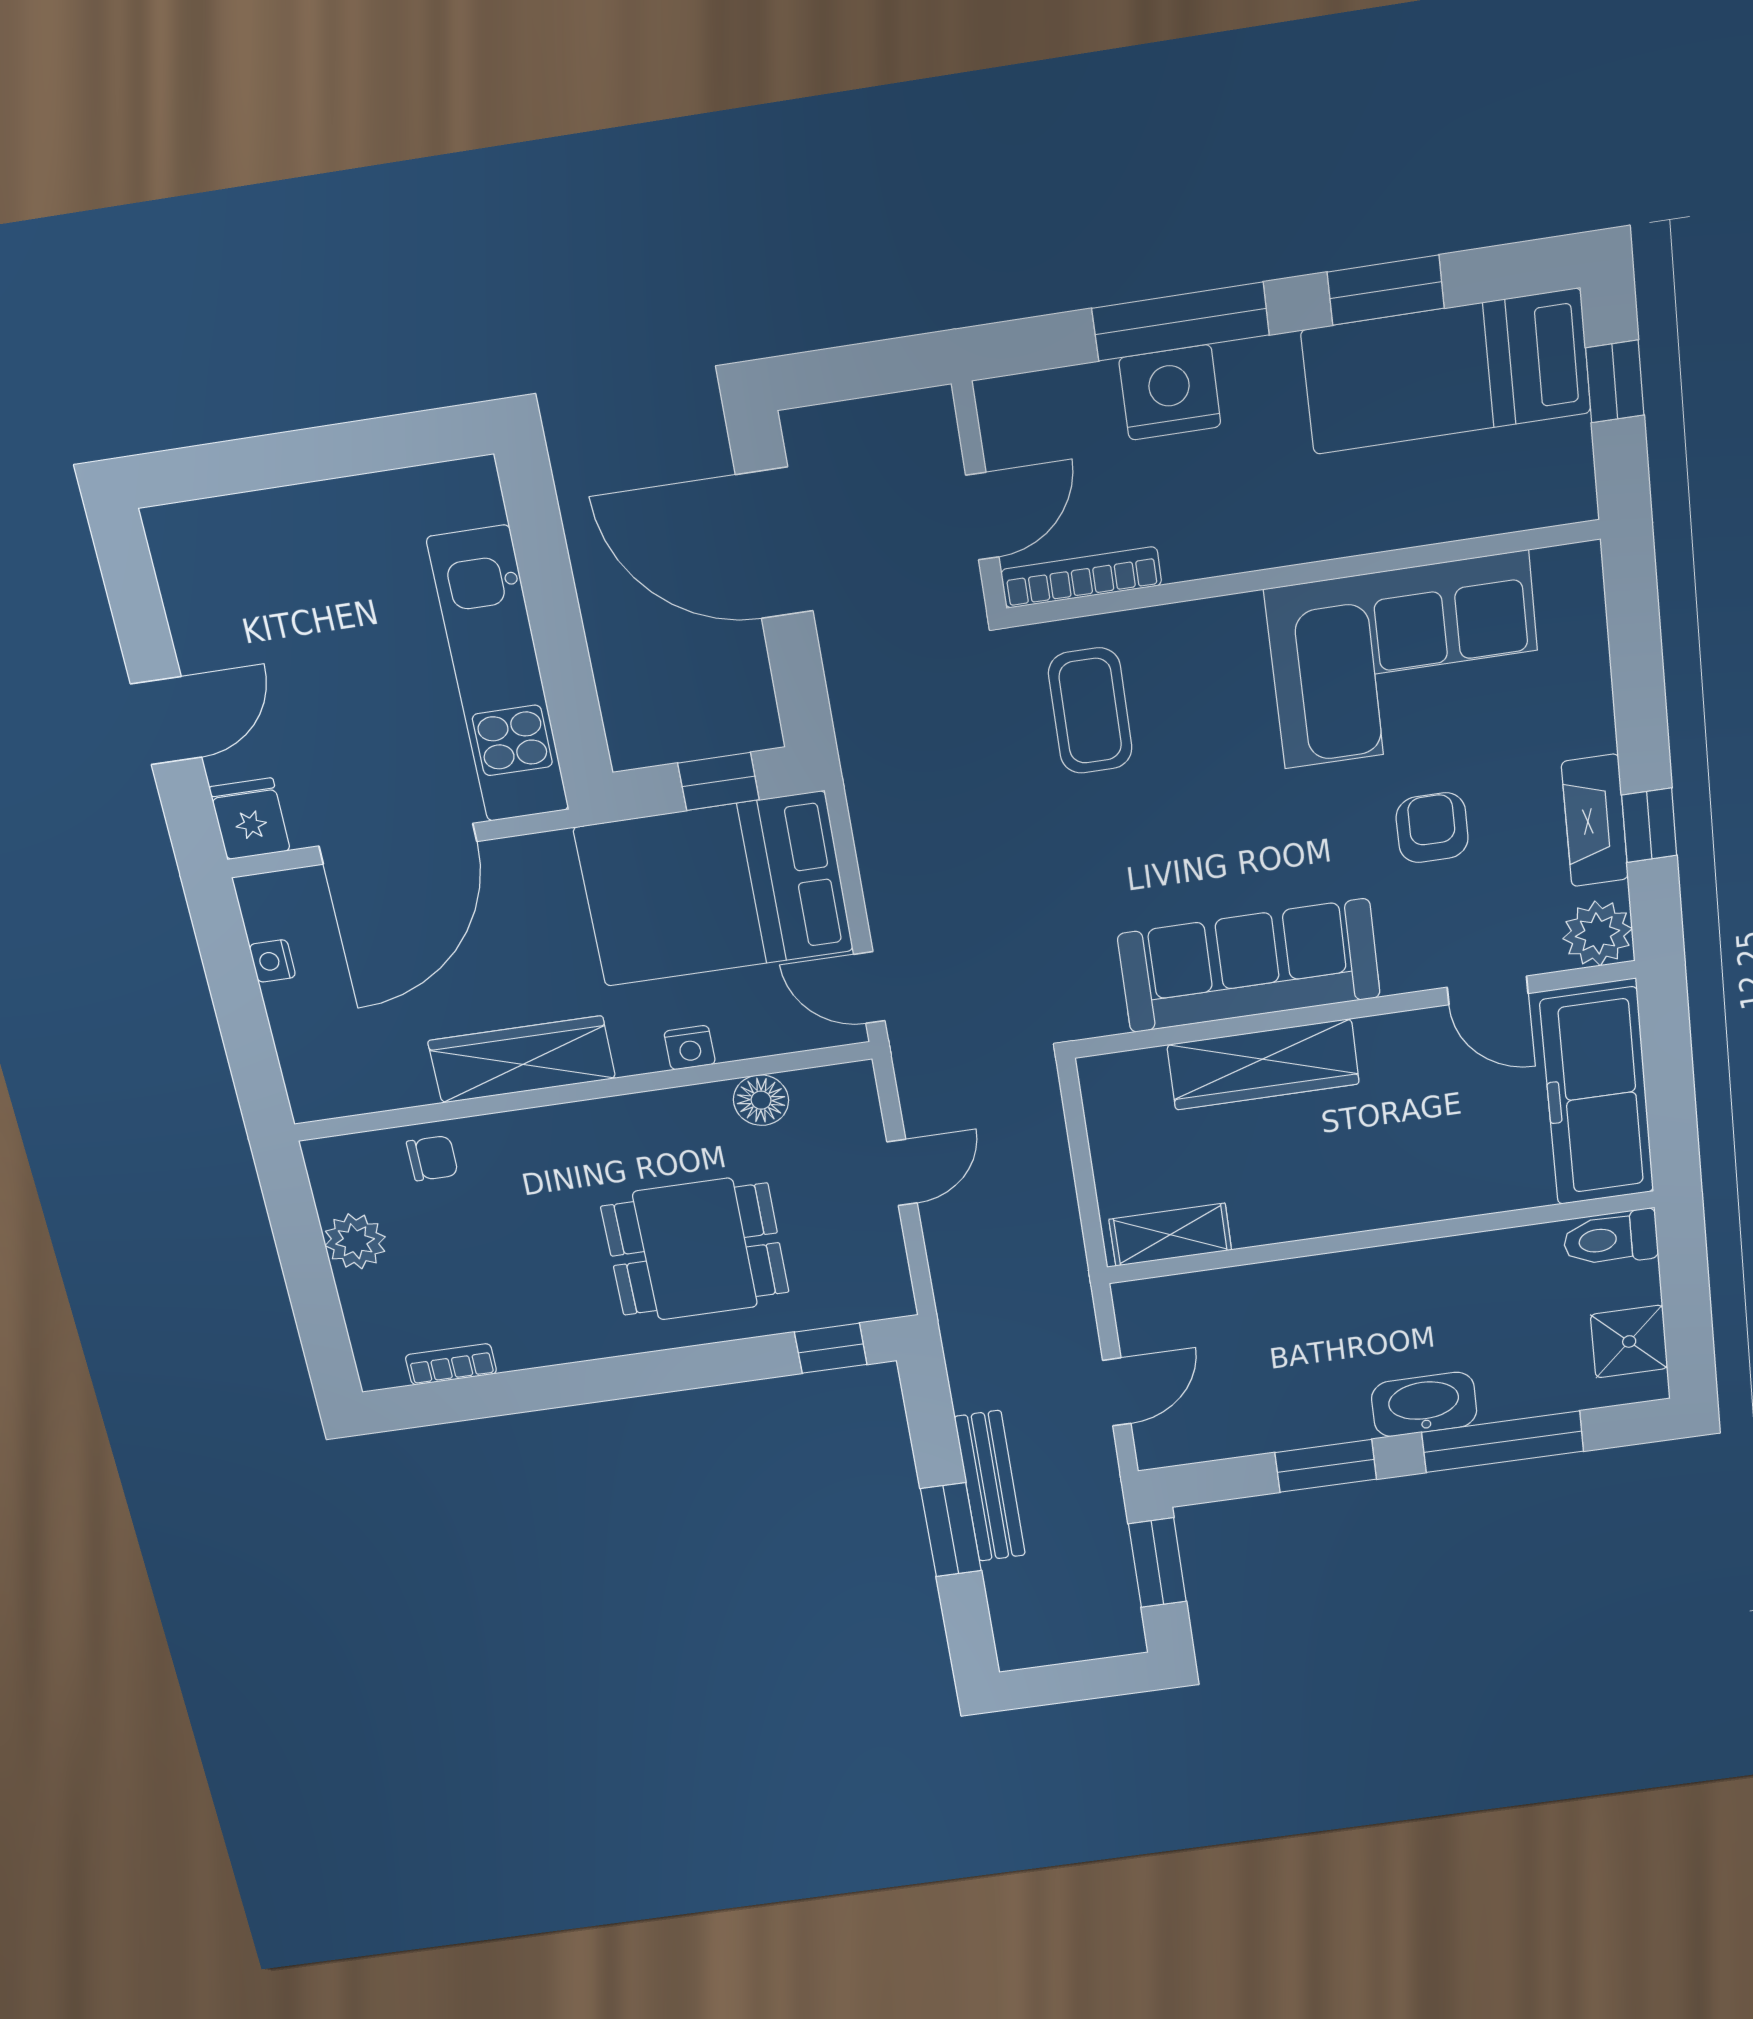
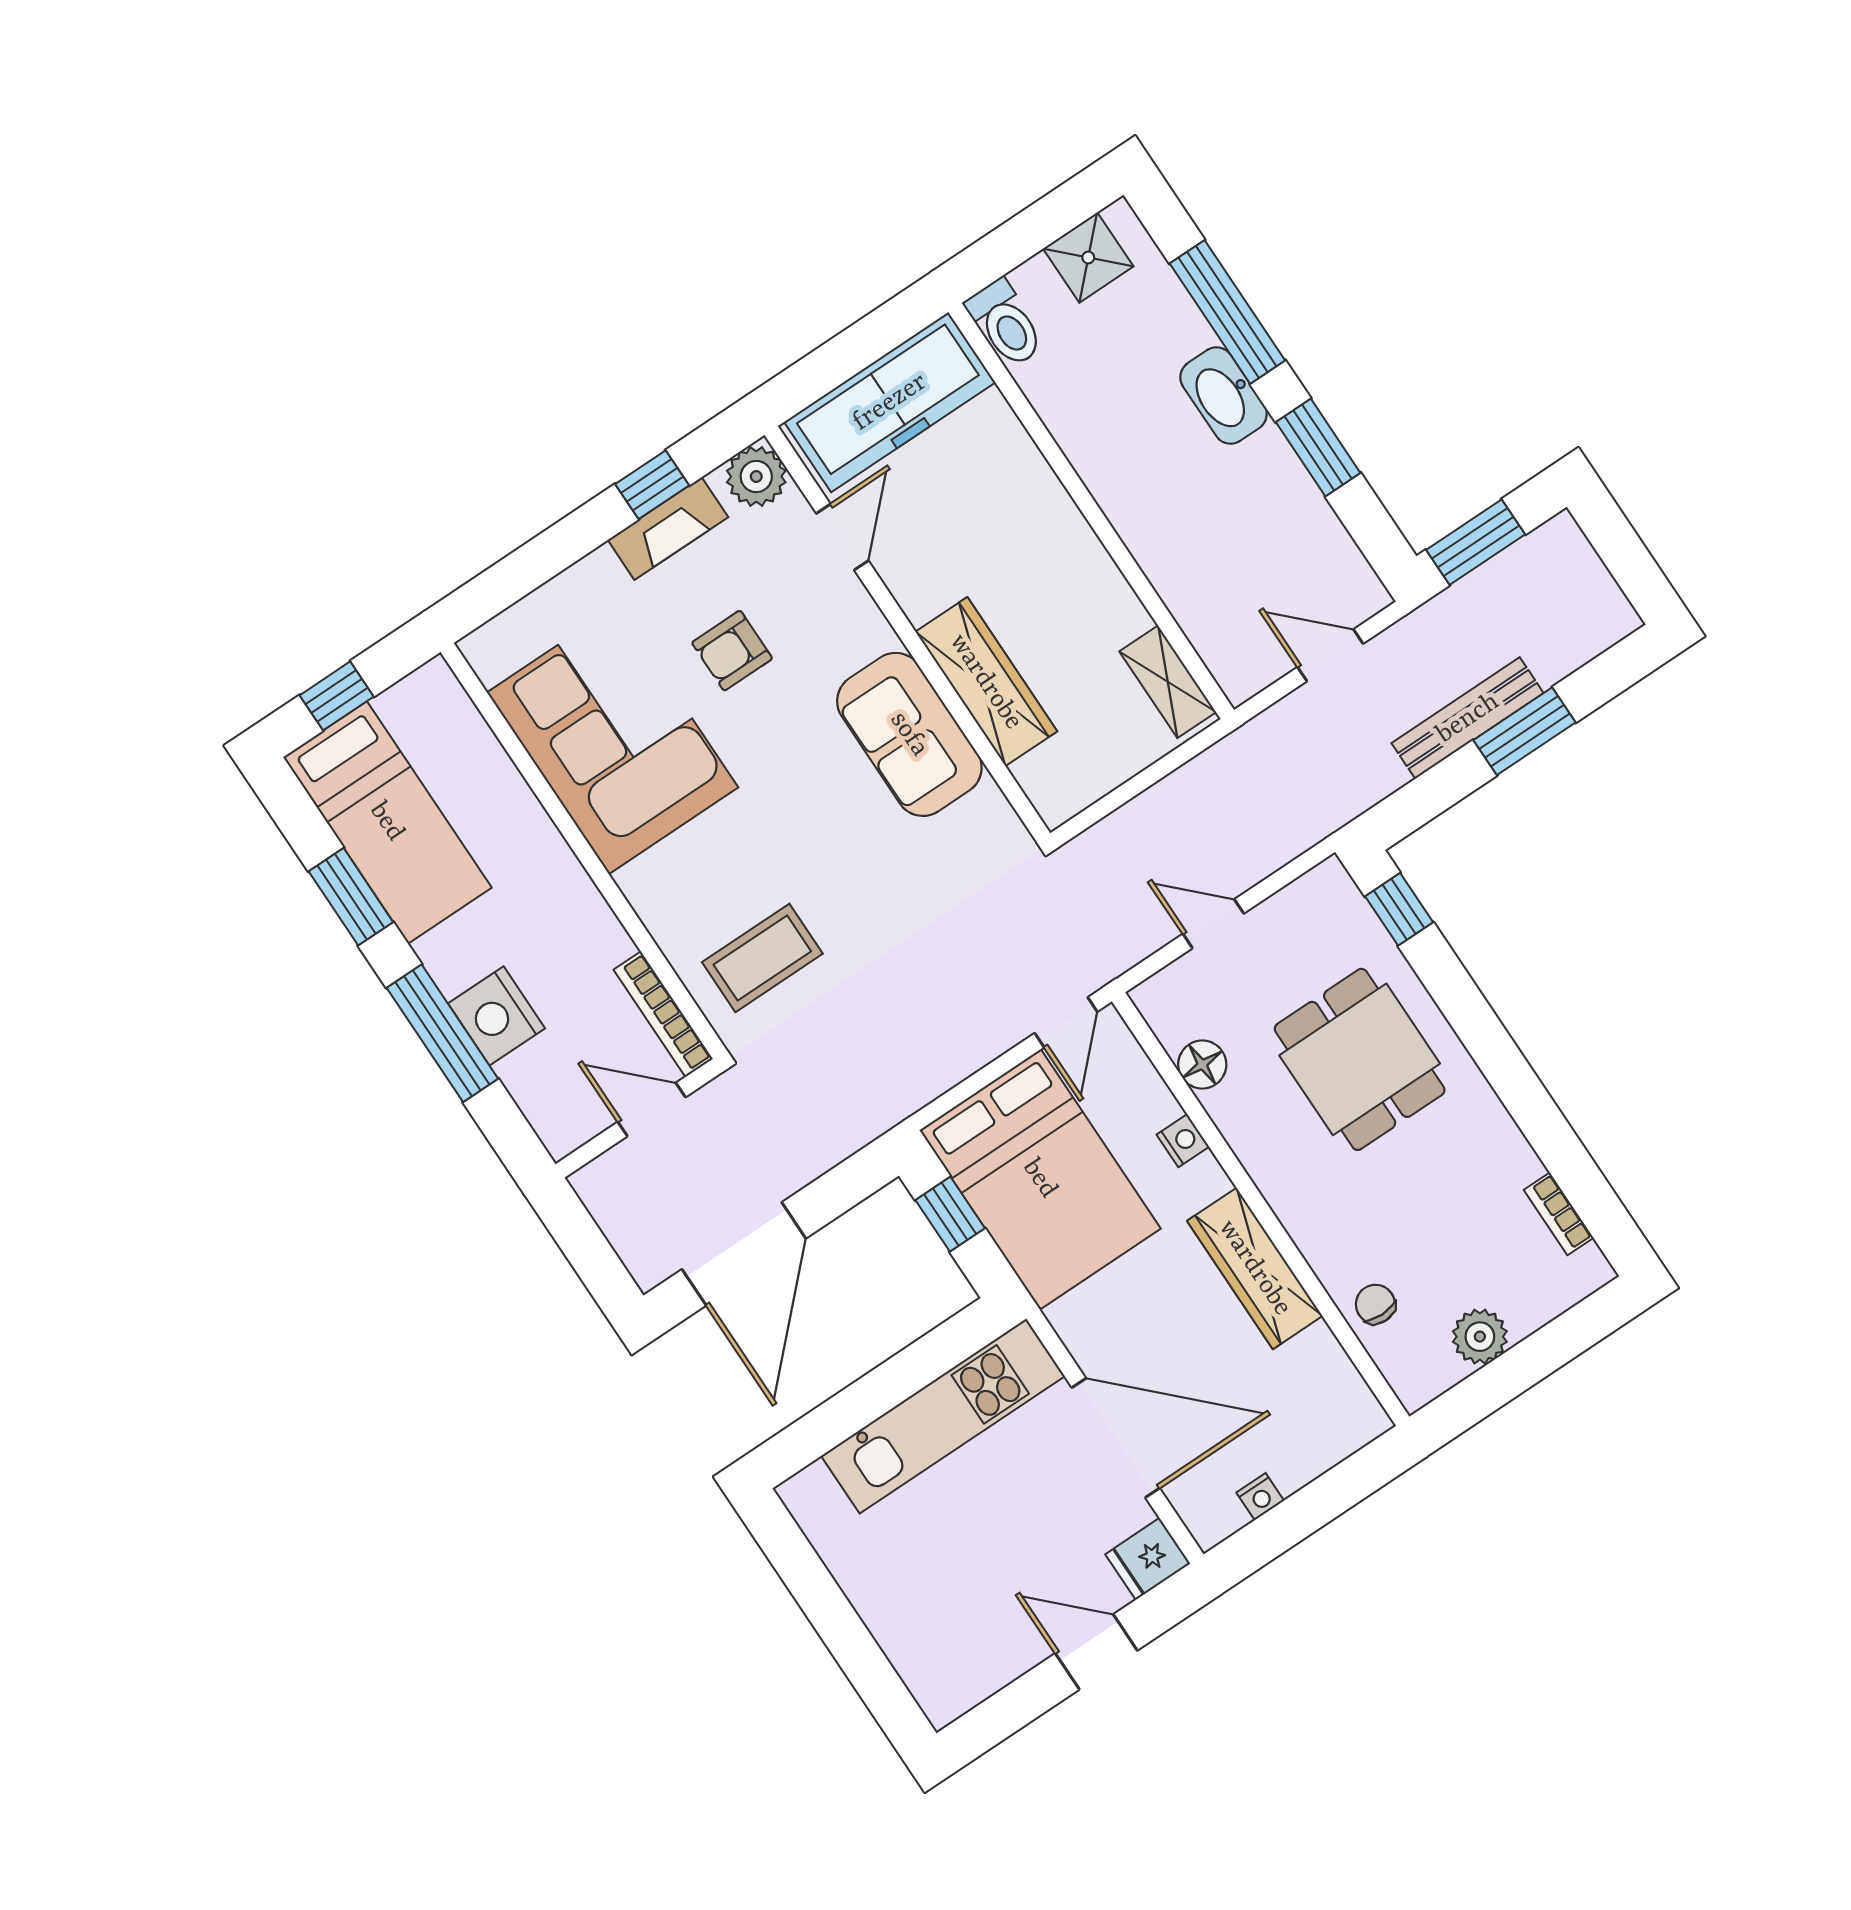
sofa: (1249, 966) -> (909, 734), width x0.73

